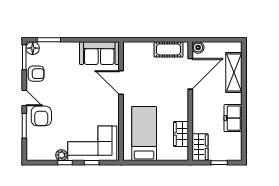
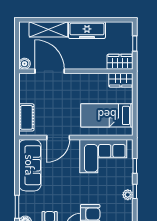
cot: (169, 49) -> (26, 117), moved
sofa: (99, 53) -> (30, 165), width x1.36
freezer: (233, 118) -> (87, 30), width x1.40
wardrobe: (181, 134) -> (121, 80), moved
corner sofa: (92, 143) -> (103, 156), moved, turned -90

